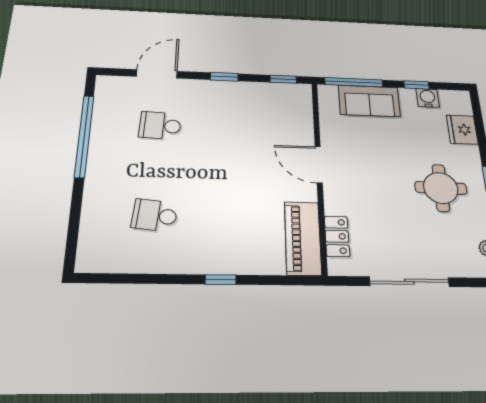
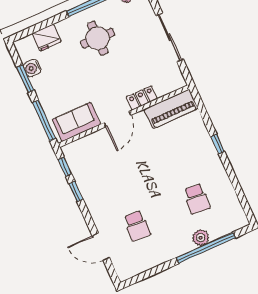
window: (224, 77) -> (76, 191), moved
window: (417, 85) -> (25, 79), width x1.50
sofa: (369, 101) -> (76, 122), moved, turned -90
window: (84, 136) -> (206, 248), moved
plant: (96, 196) -> (201, 238), added
locker: (337, 236) -> (142, 98), moved

